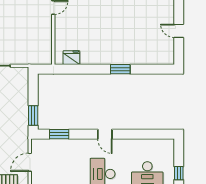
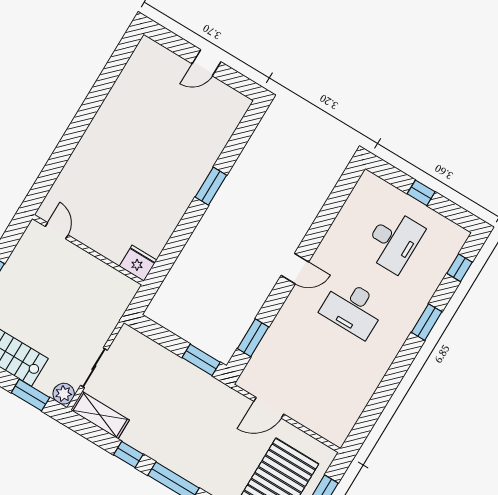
fridge: (71, 58) -> (138, 263), moved, turned 90
door: (30, 162) -> (269, 408), hinge flipped

